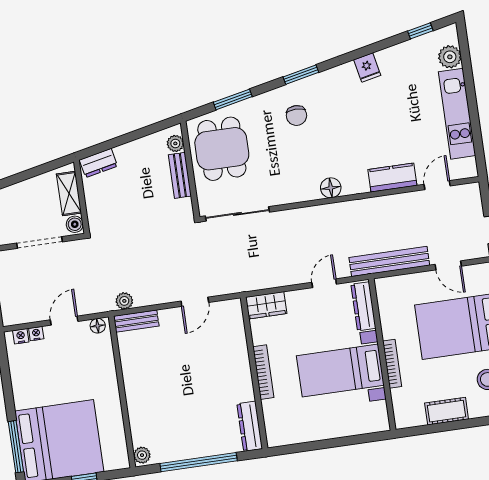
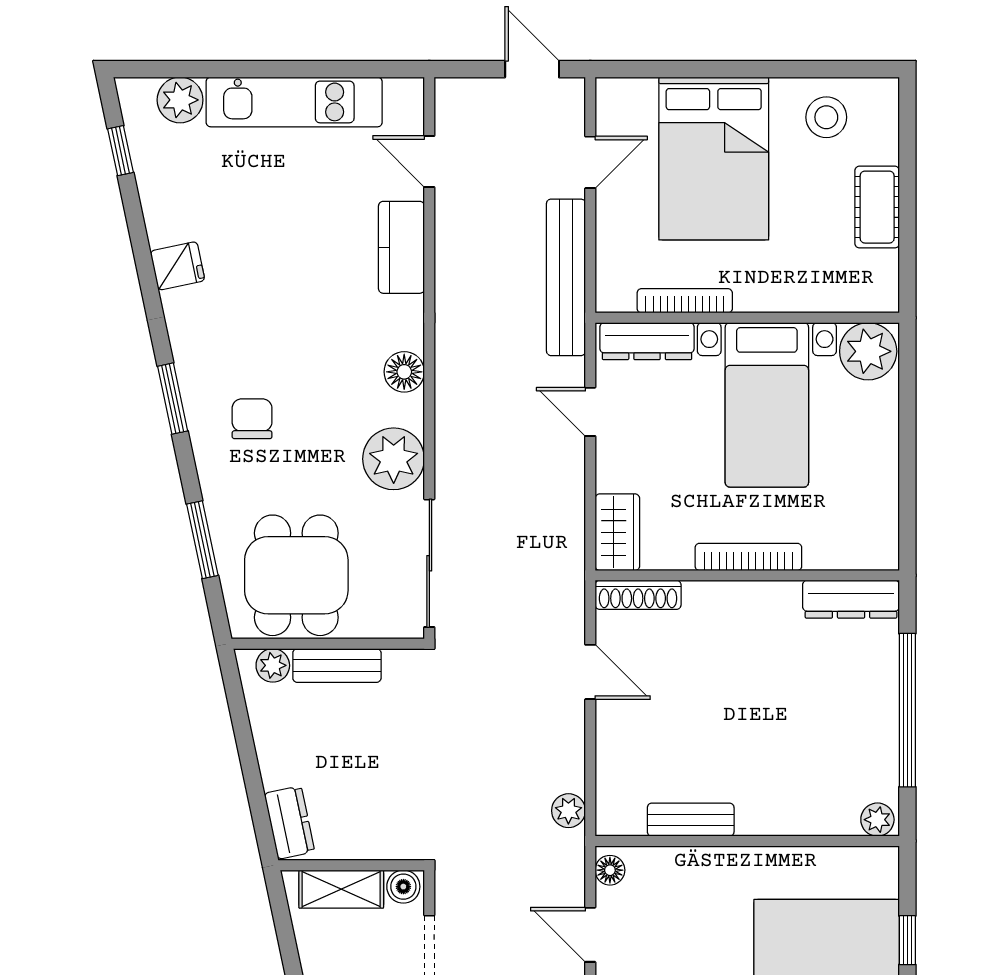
chair: (296, 115) -> (252, 419), turned -90
dining table: (222, 149) -> (296, 575), turned 90
plant: (287, 189) -> (394, 459), added
shoe rack: (237, 320) -> (638, 595), added
bench: (136, 321) -> (691, 820), moved, turned 90
bookcase: (392, 364) -> (685, 301), moved
plant: (374, 417) -> (868, 351), added

